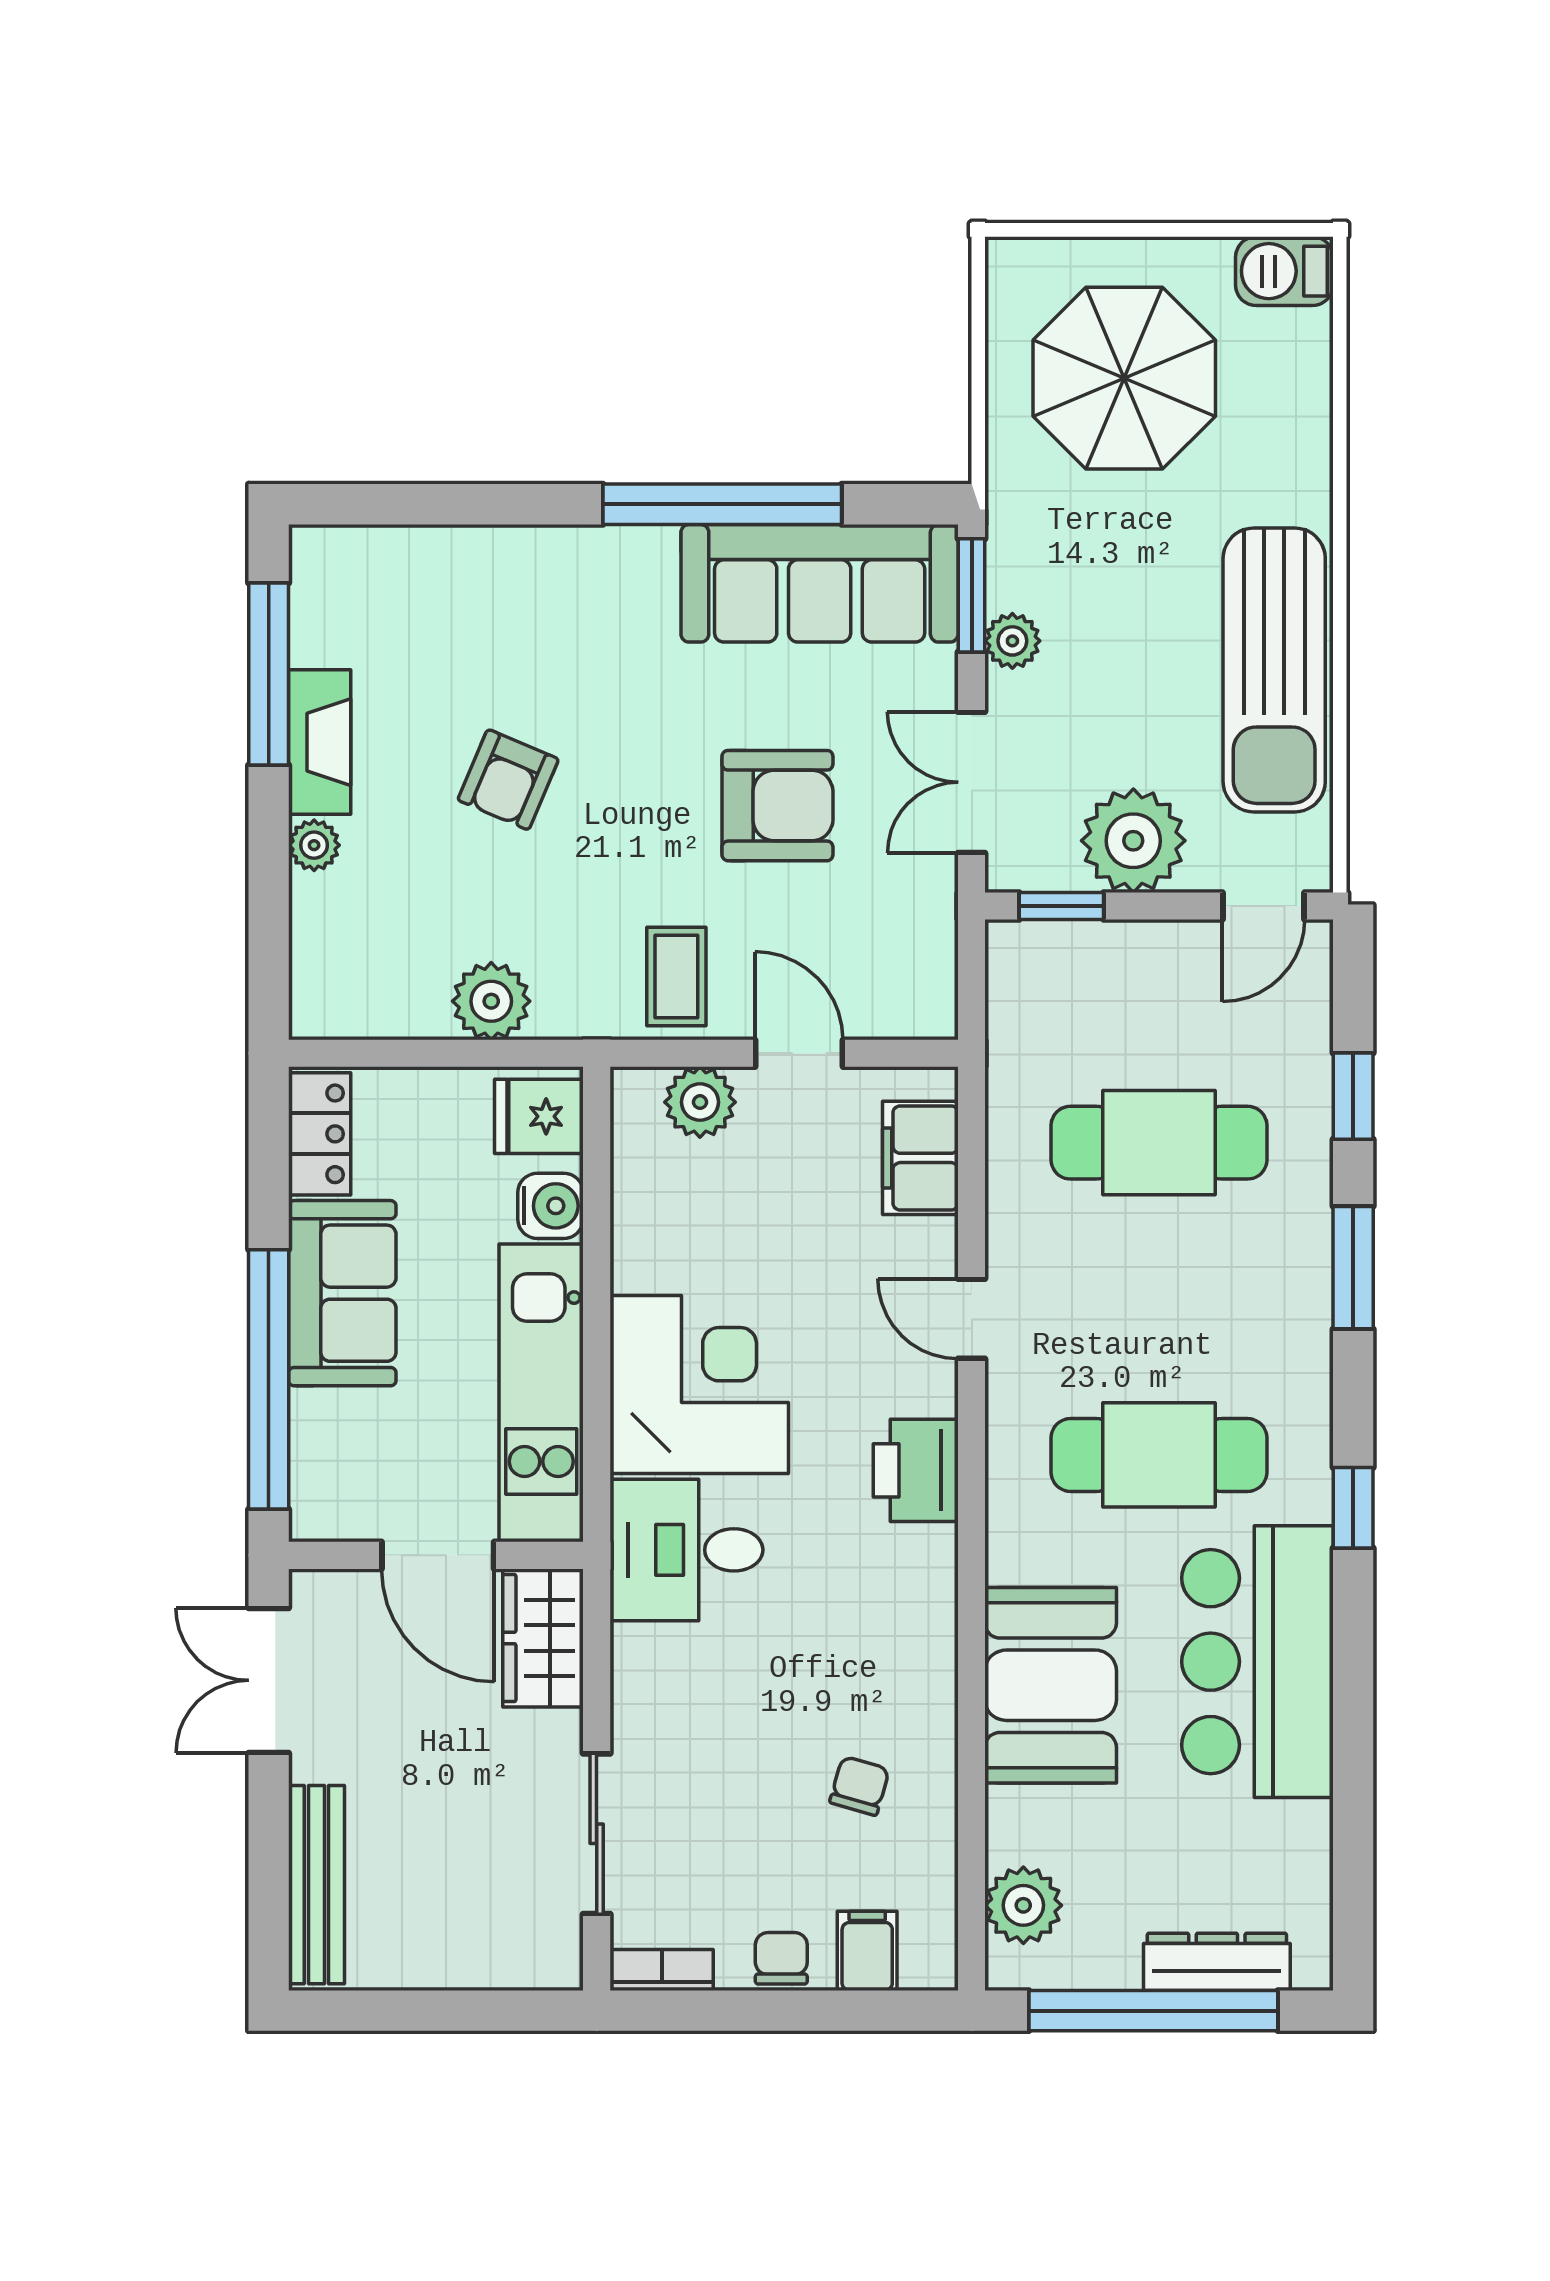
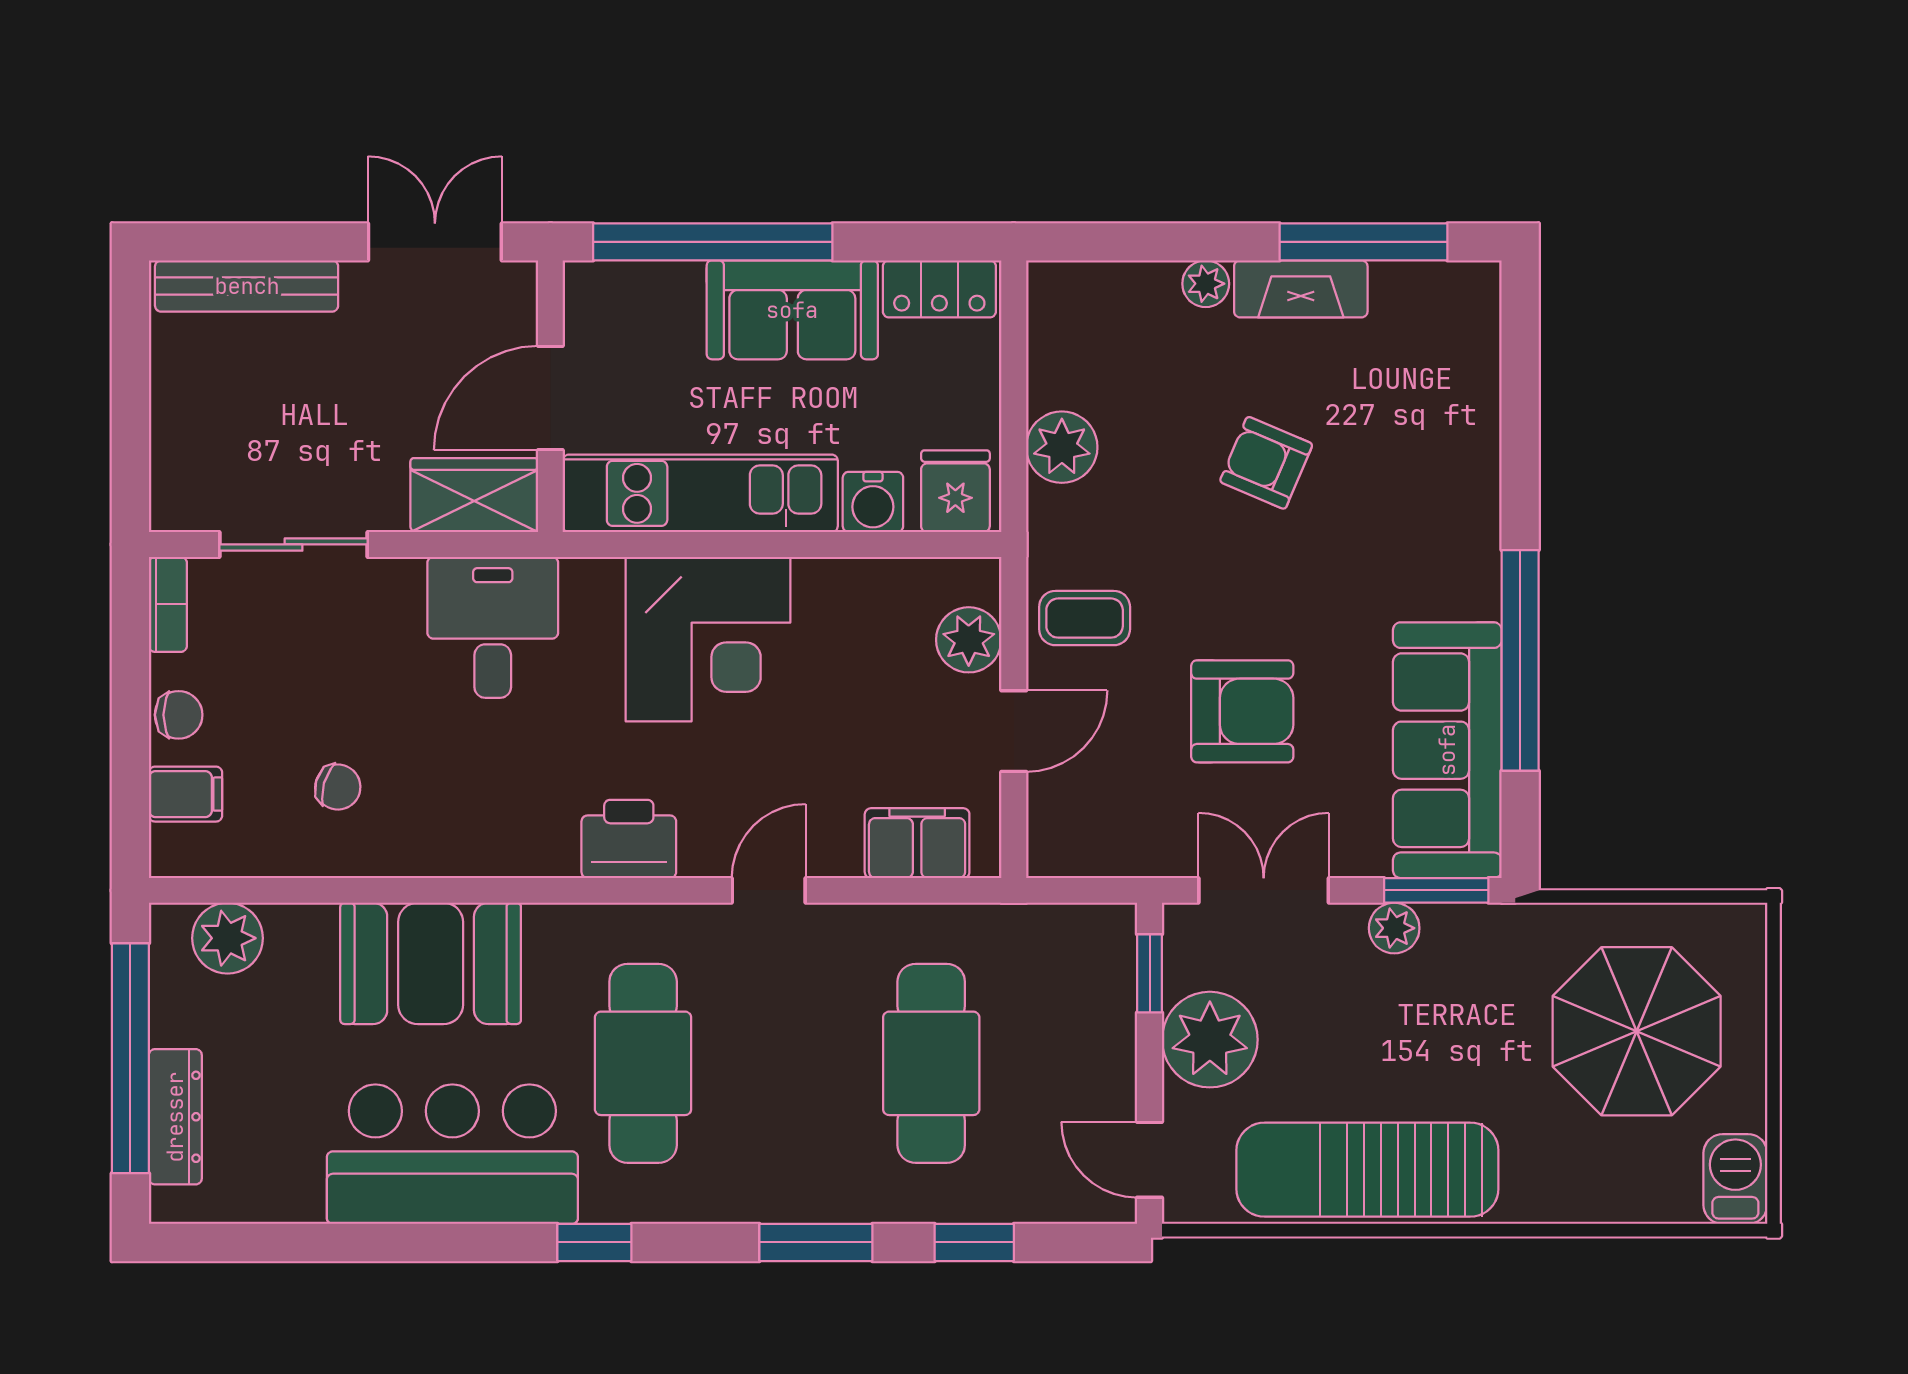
armchair: (777, 806) -> (1242, 711), turned -90
desk: (686, 1550) -> (493, 627), moved

